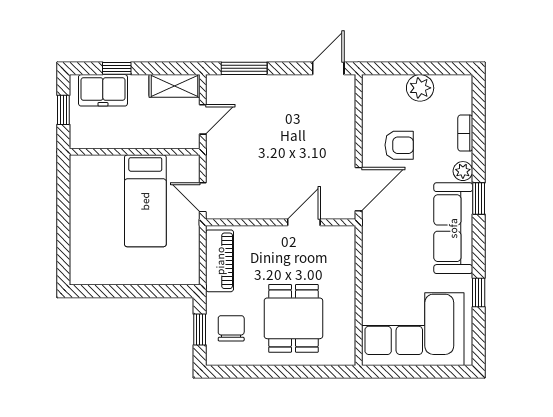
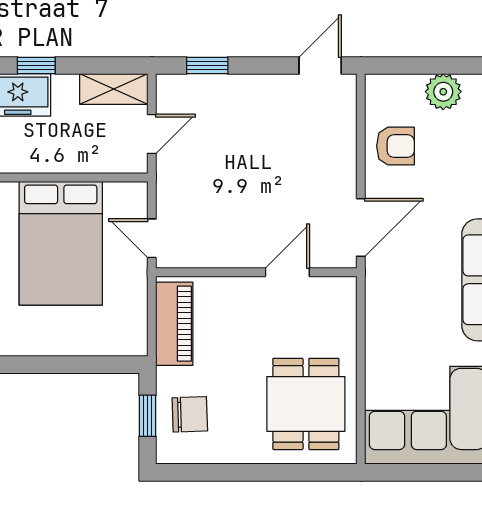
window: (244, 68) -> (207, 65), width x0.67
armchair: (399, 145) -> (395, 146), moved
bed: (145, 201) -> (61, 243), width x1.50
dining table: (293, 318) -> (306, 404), moved
chair: (231, 328) -> (190, 414), turned 88

